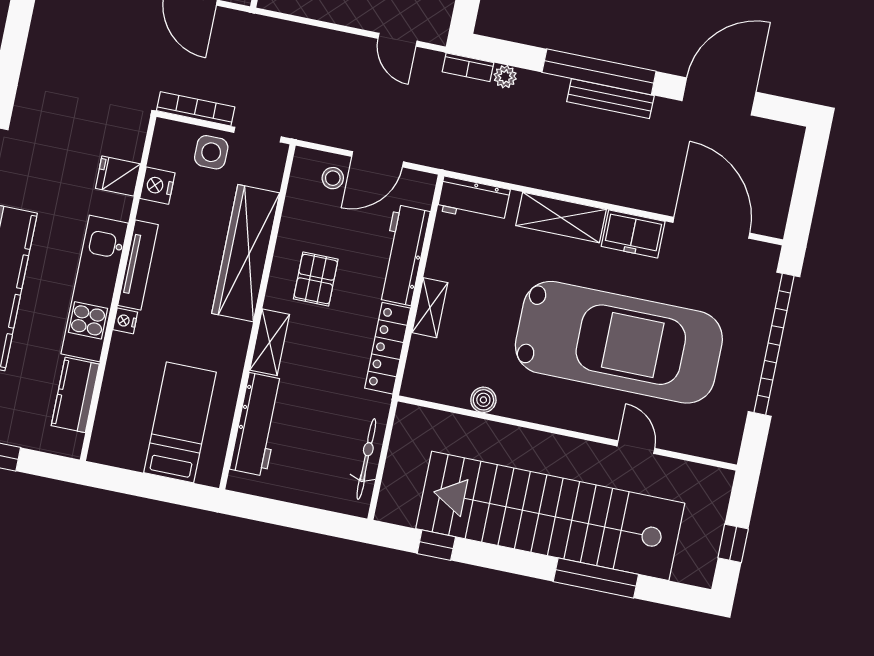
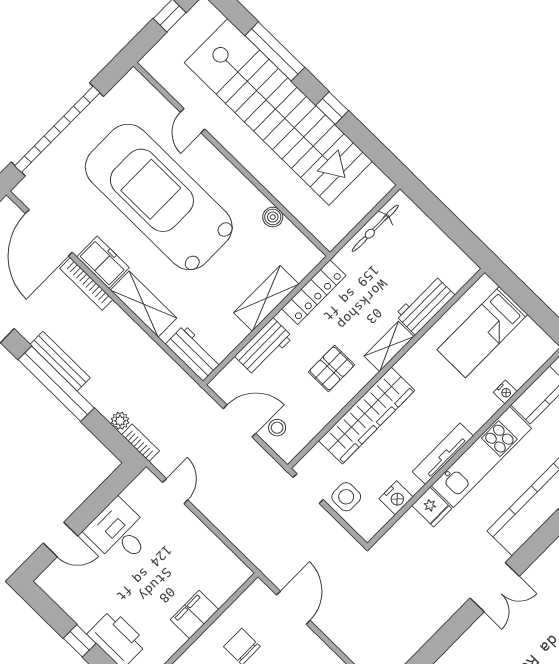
bookcase: (196, 109) -> (86, 284), moved
fridge: (118, 176) -> (432, 507), moved
workbench: (403, 255) -> (264, 347), width x0.73
shelving: (430, 308) -> (266, 298), width x1.50, depth x1.33
nightstand: (125, 321) -> (505, 392), moved
workbench: (257, 425) -> (425, 305), width x0.73
window: (436, 545) -> (332, 108), moved

